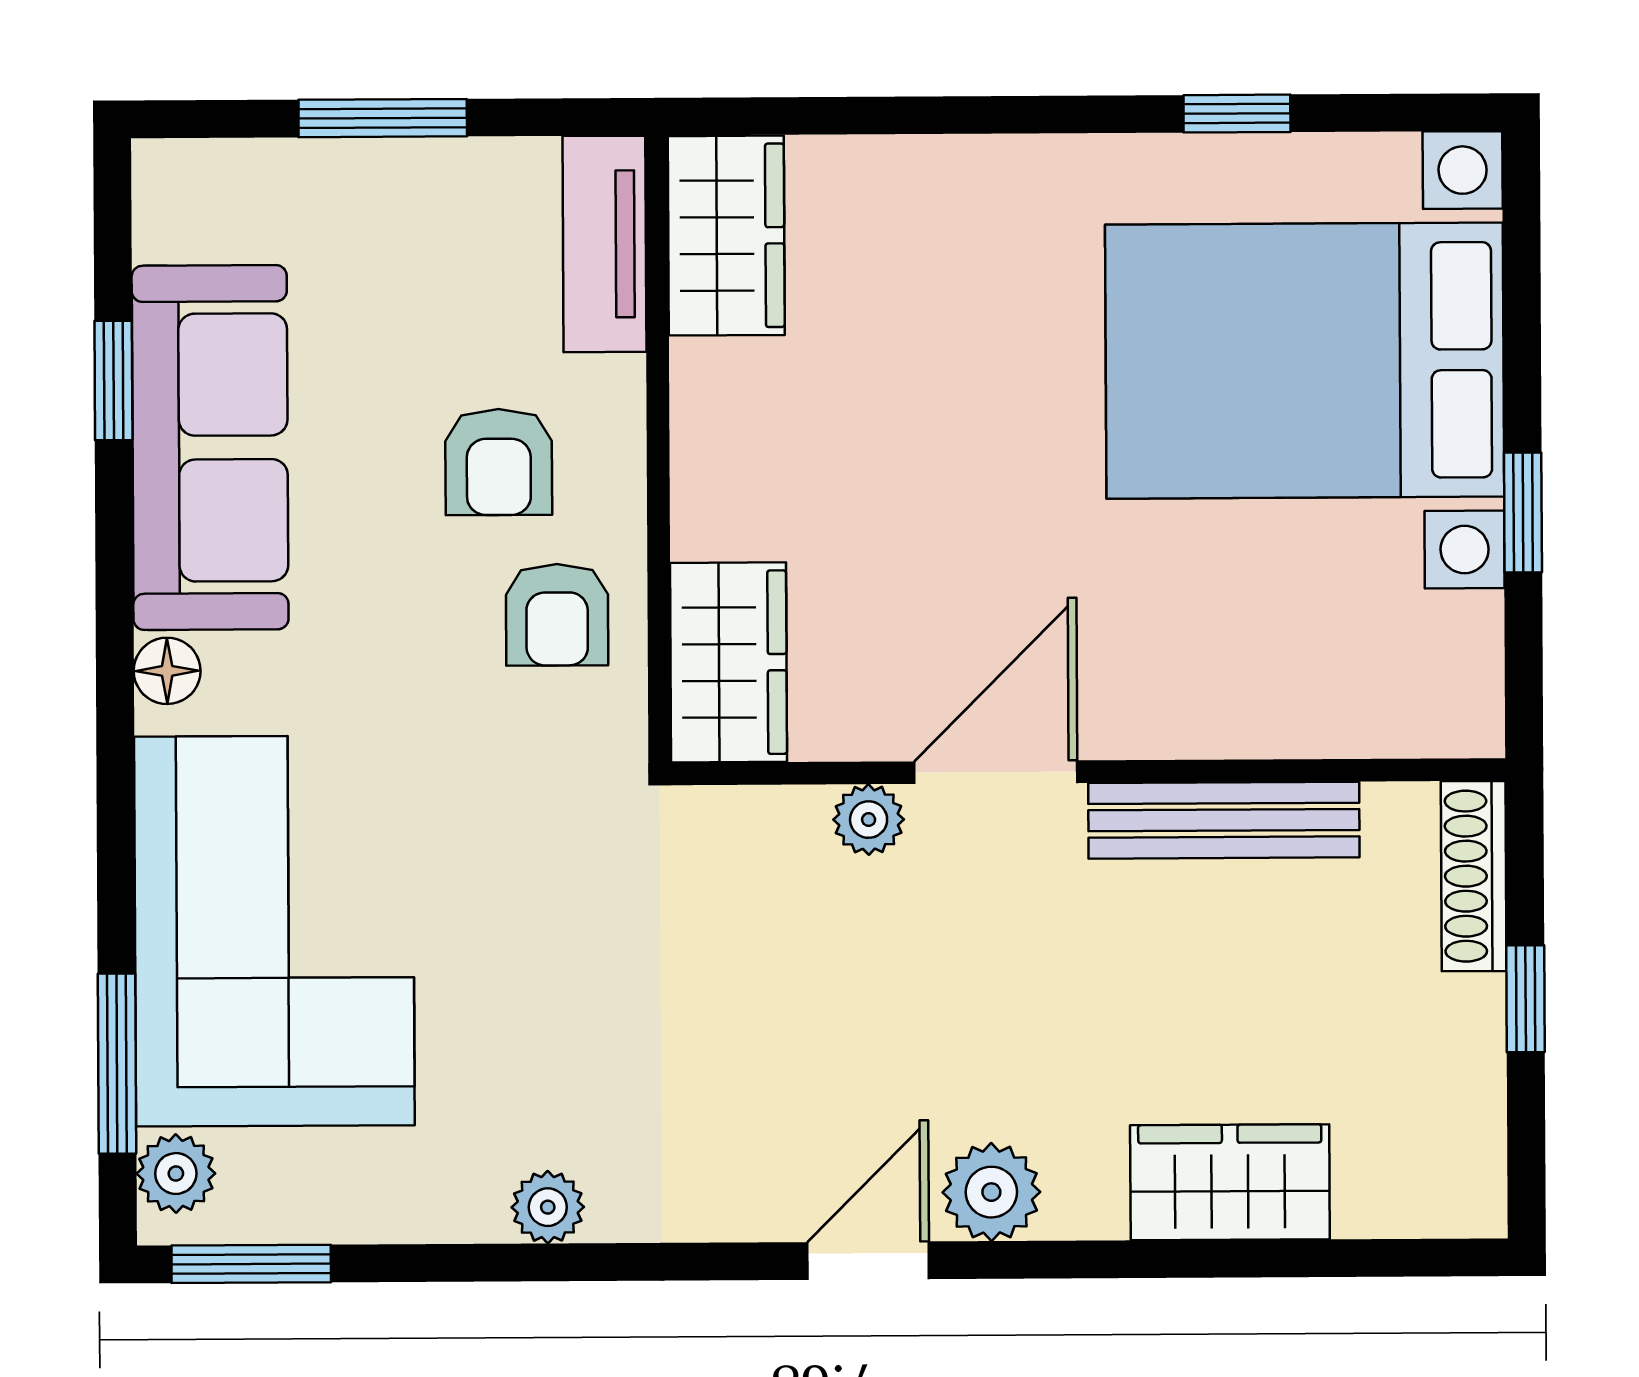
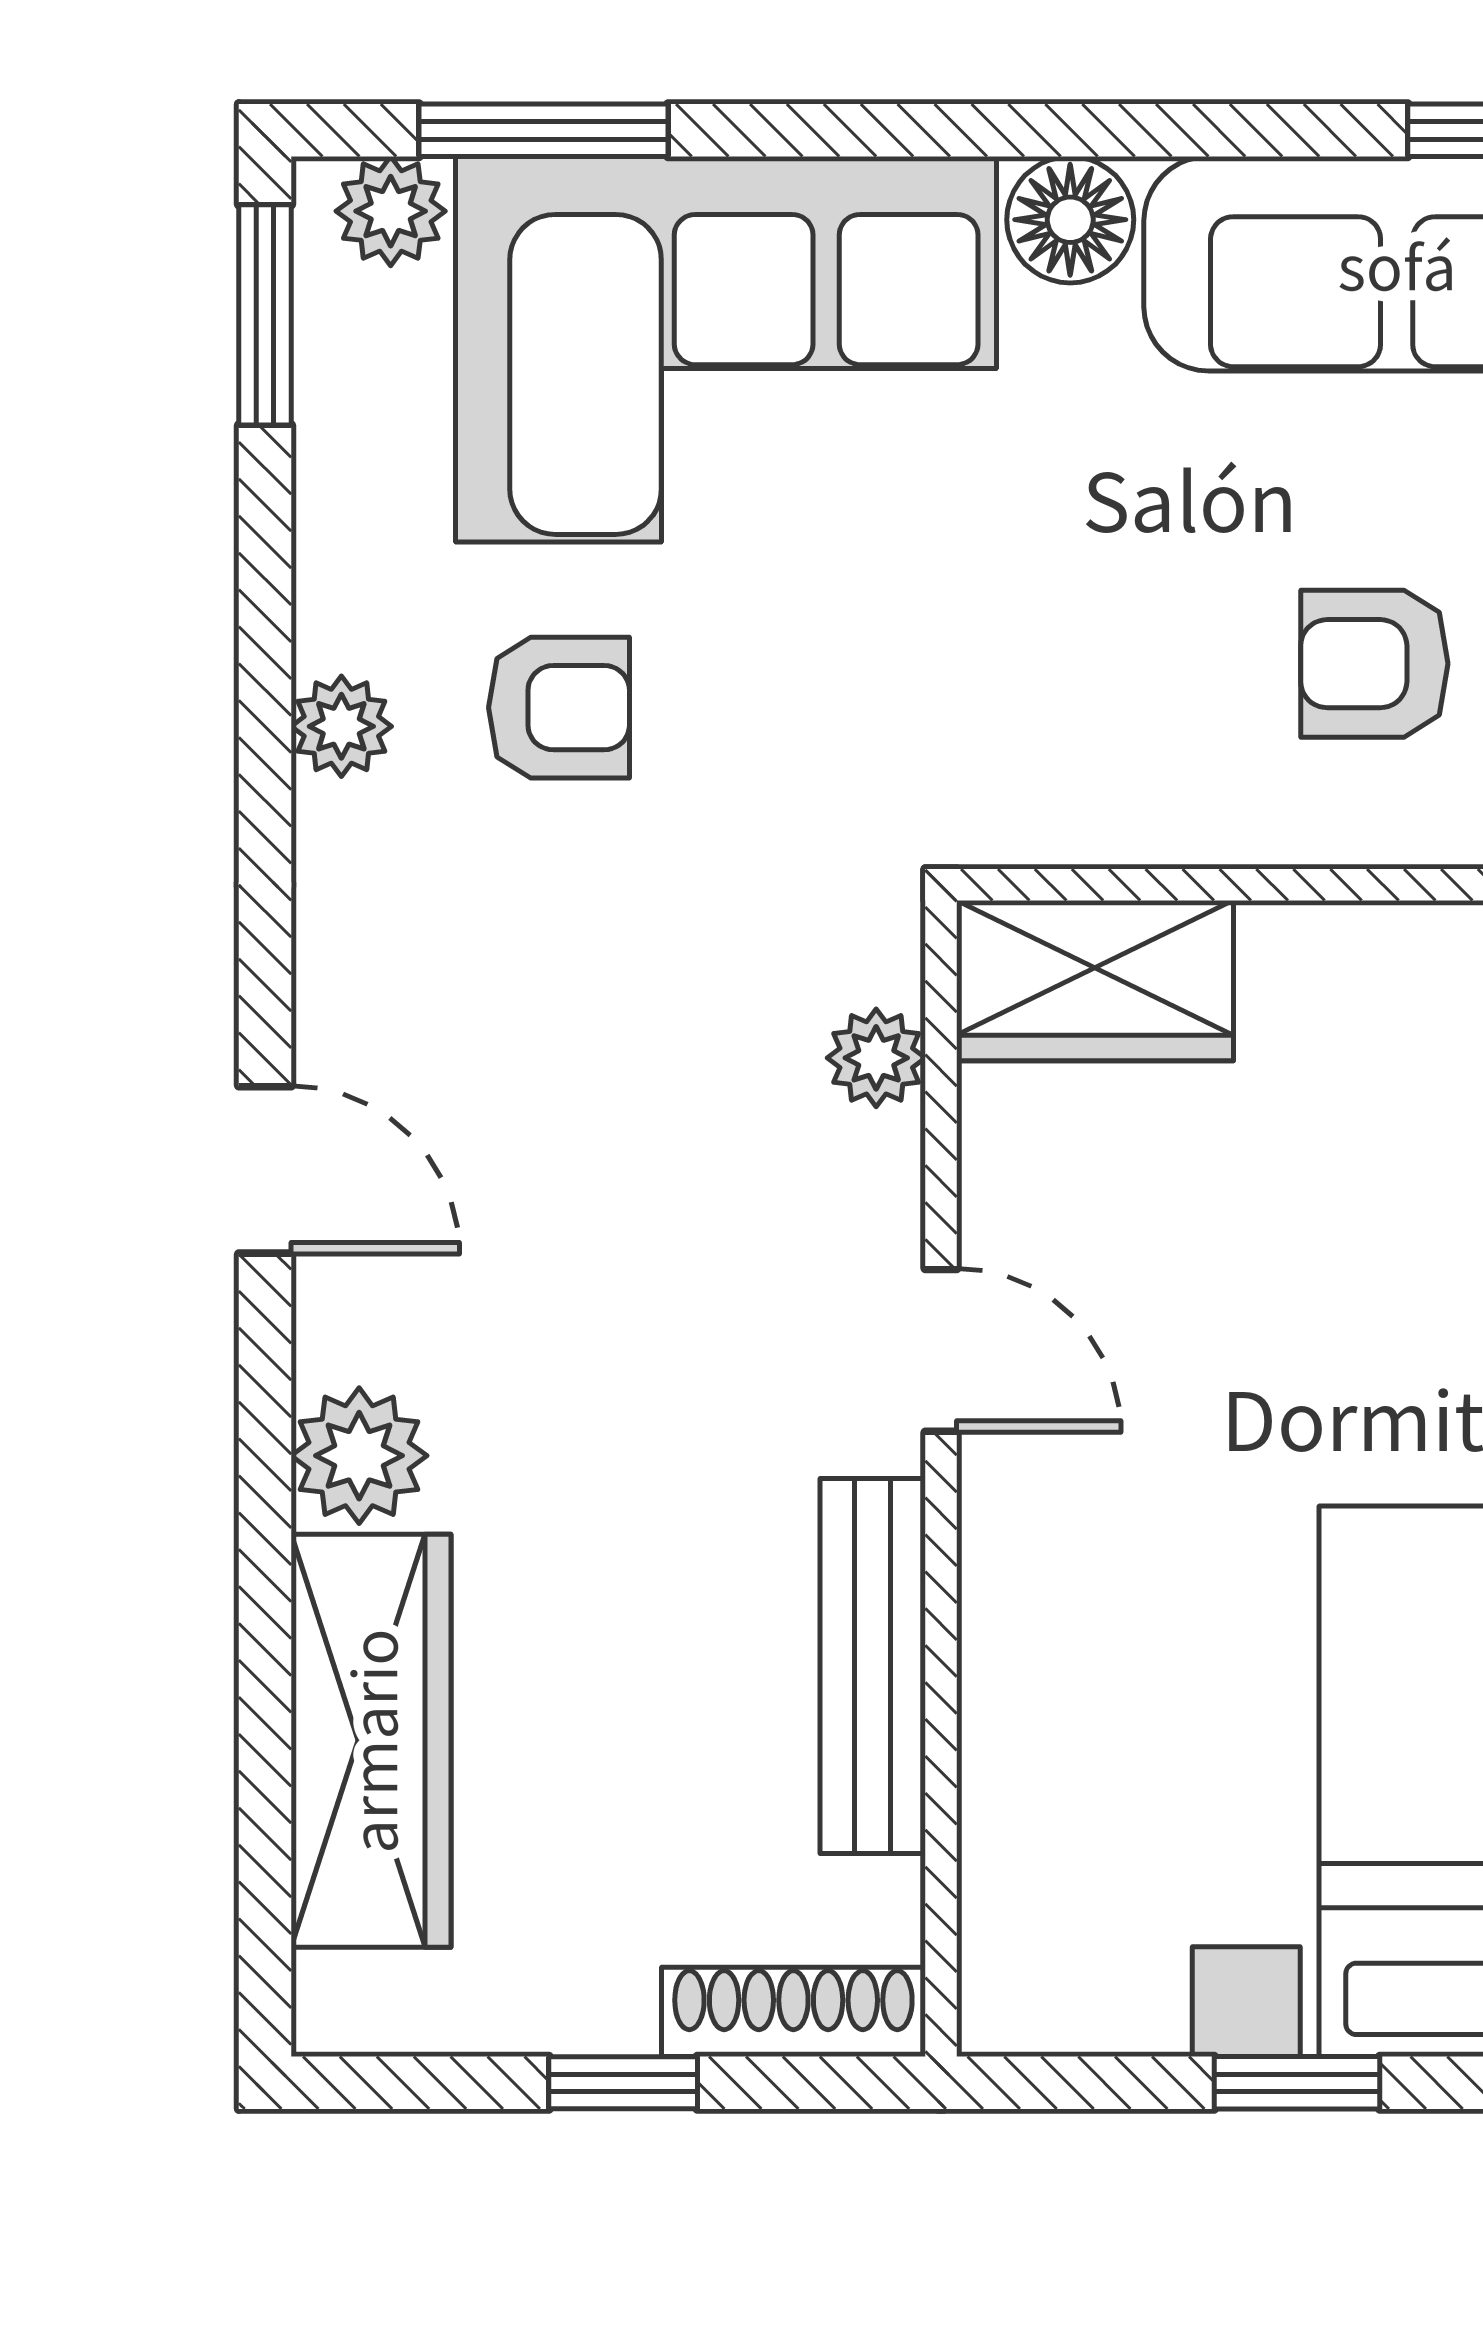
armchair: (557, 615) -> (559, 708), moved, turned 180
floor lamp: (167, 671) -> (1070, 220), width x1.37, depth x1.37
door: (996, 772) -> (941, 1350), width x0.73
plant: (869, 820) -> (876, 1058), moved
wardrobe: (1230, 1182) -> (371, 1741), width x1.50
plant: (991, 1192) -> (359, 1456), moved

